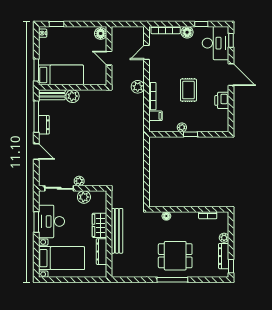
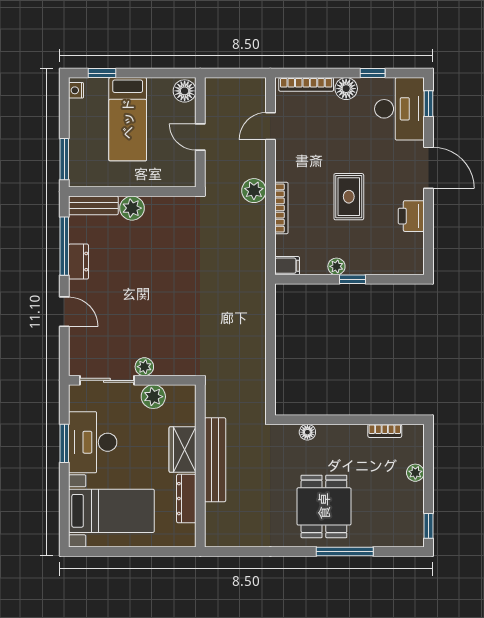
bed: (61, 75) -> (128, 119), moved, turned 90
filing cabinet: (155, 116) -> (287, 266), moved
dining table: (175, 256) -> (324, 506), turned 90
dresser: (224, 256) -> (415, 507), removed
window: (172, 280) -> (345, 551), moved

